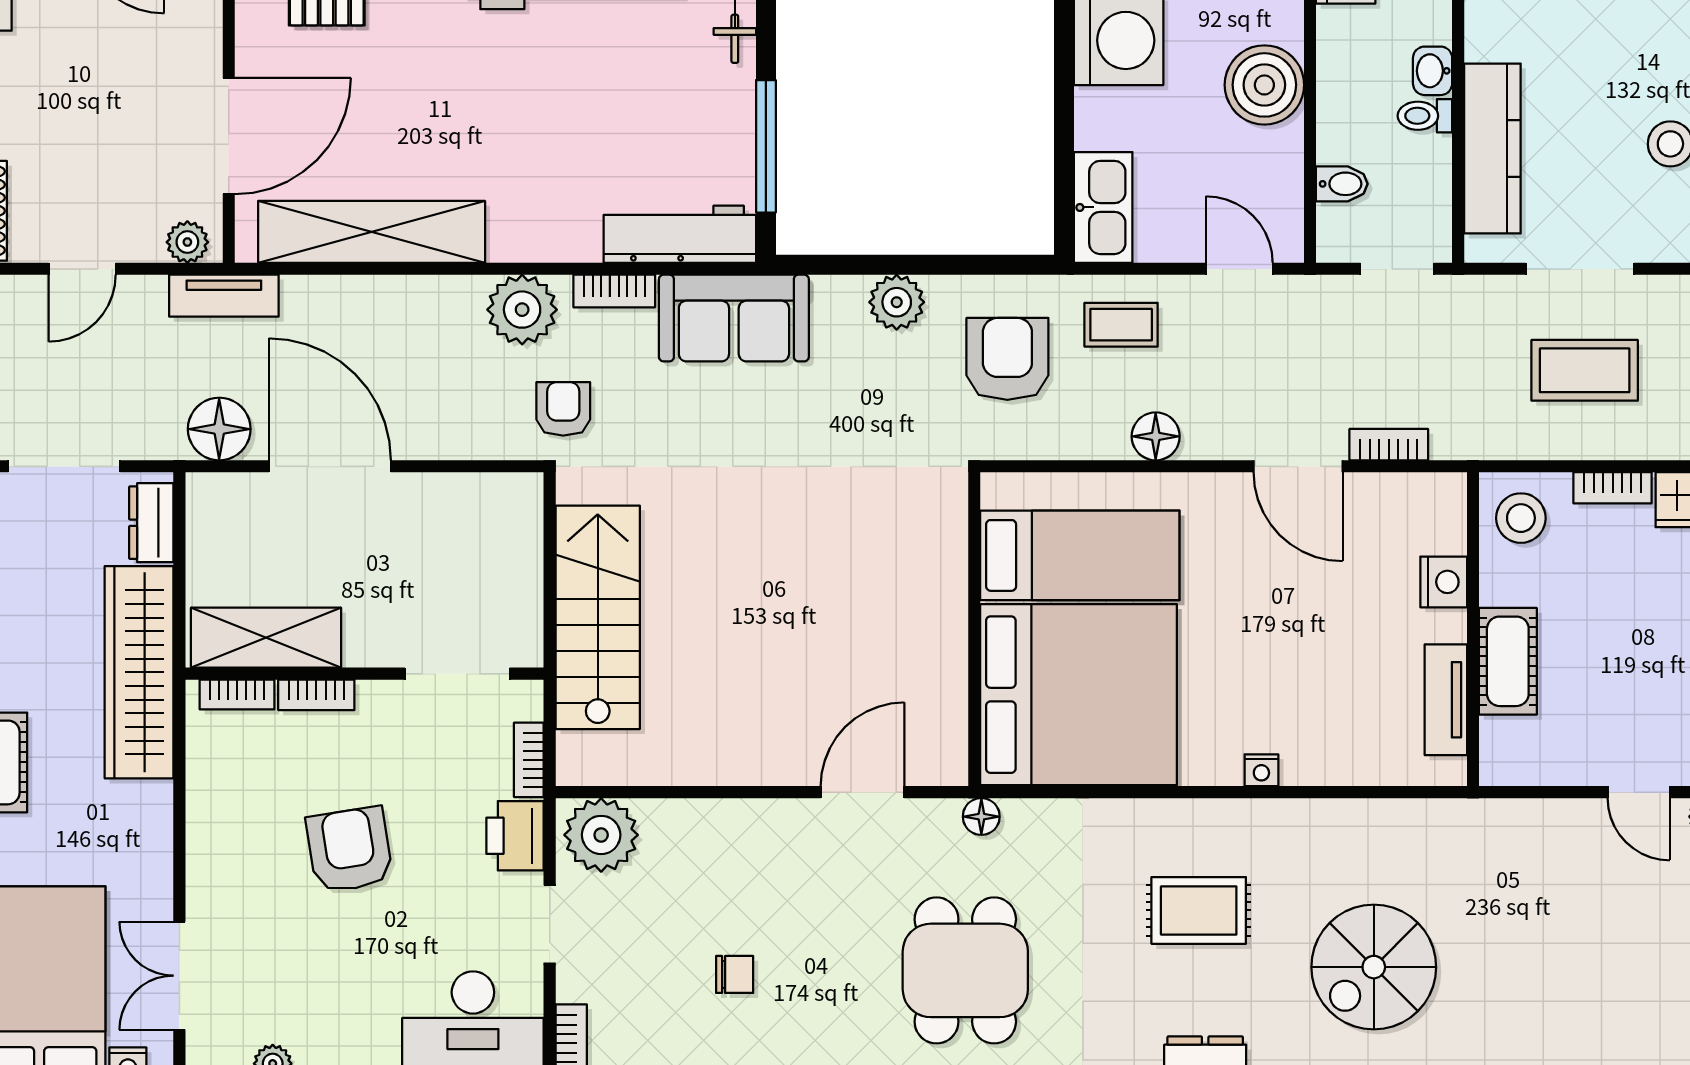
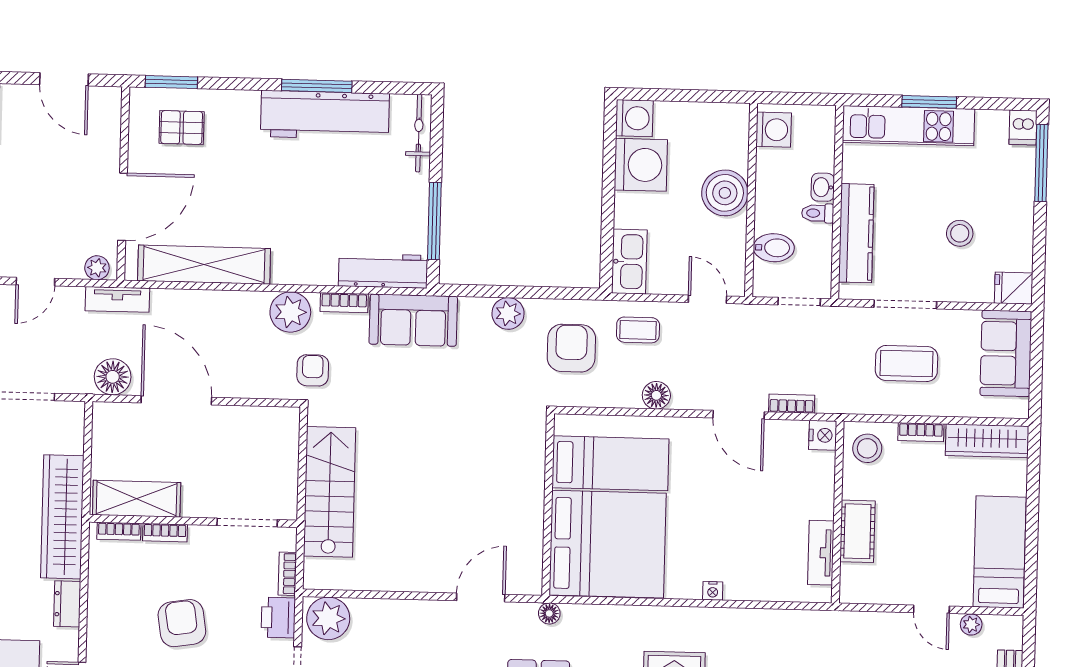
bidet: (1342, 184) -> (774, 248), width x1.38, depth x1.36
dresser: (151, 523) -> (67, 604), moved
nightstand: (1444, 582) -> (823, 435), moved

